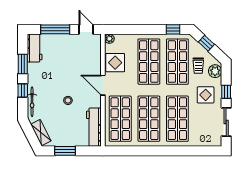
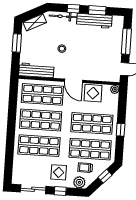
window: (173, 29) -> (121, 130), moved
workbench: (35, 48) -> (94, 21), moved, width x1.38
door: (103, 85) -> (73, 81), swing flipped

